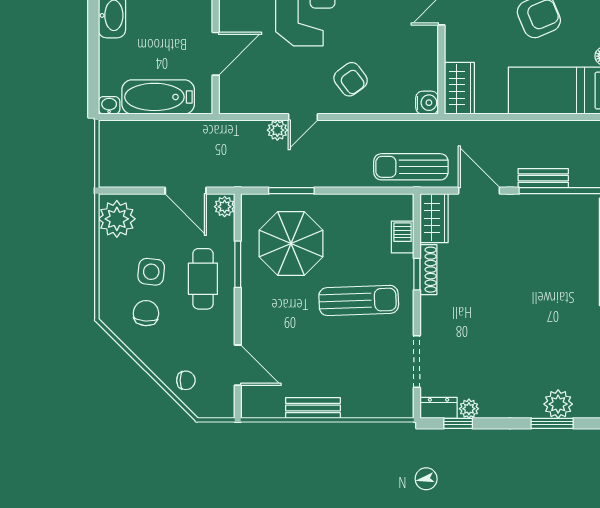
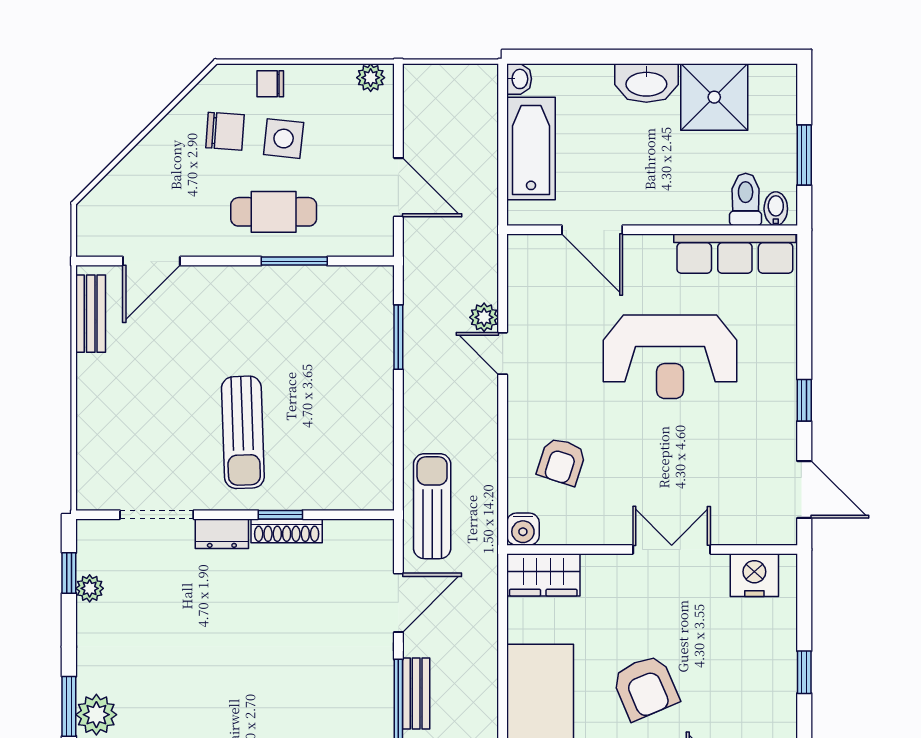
armchair: (351, 79) -> (562, 461), moved, turned -35
door: (186, 191) -> (398, 187), swing flipped
plant: (225, 207) -> (376, 242), removed
wardrobe: (434, 218) -> (360, 539), removed
plant: (117, 219) -> (371, 78), width x0.53, depth x0.53
barbecue: (403, 237) -> (333, 494), removed
parasol: (291, 243) -> (324, 336), removed
chair: (186, 380) -> (270, 84), moved, turned 90
bench: (313, 408) -> (91, 314), moved
dresser: (439, 408) -> (222, 534), moved, turned 90

